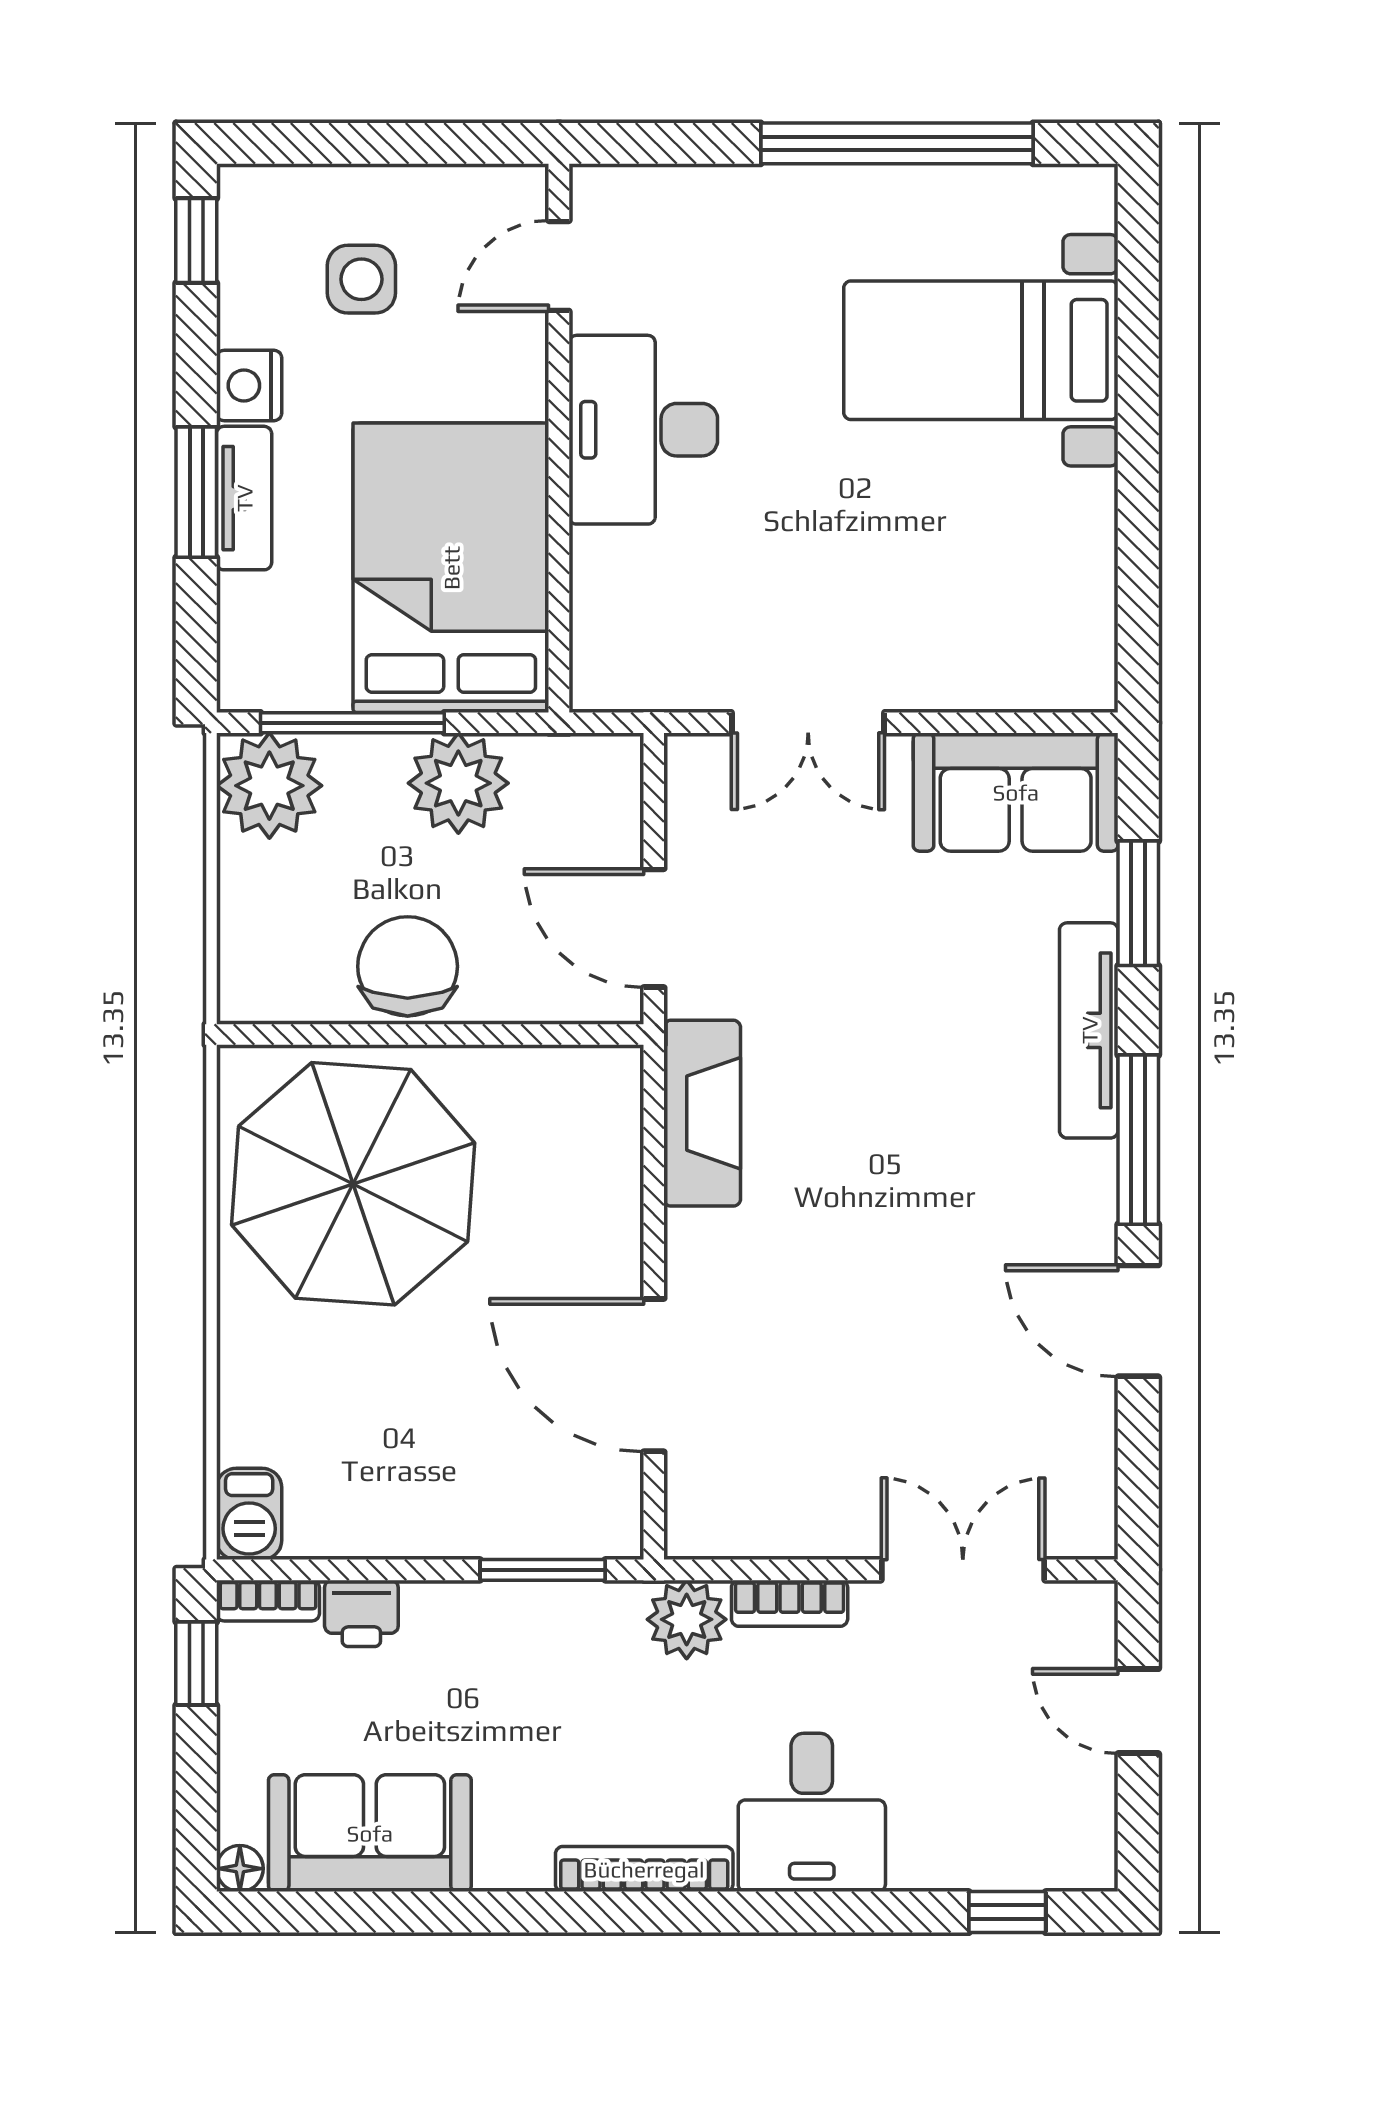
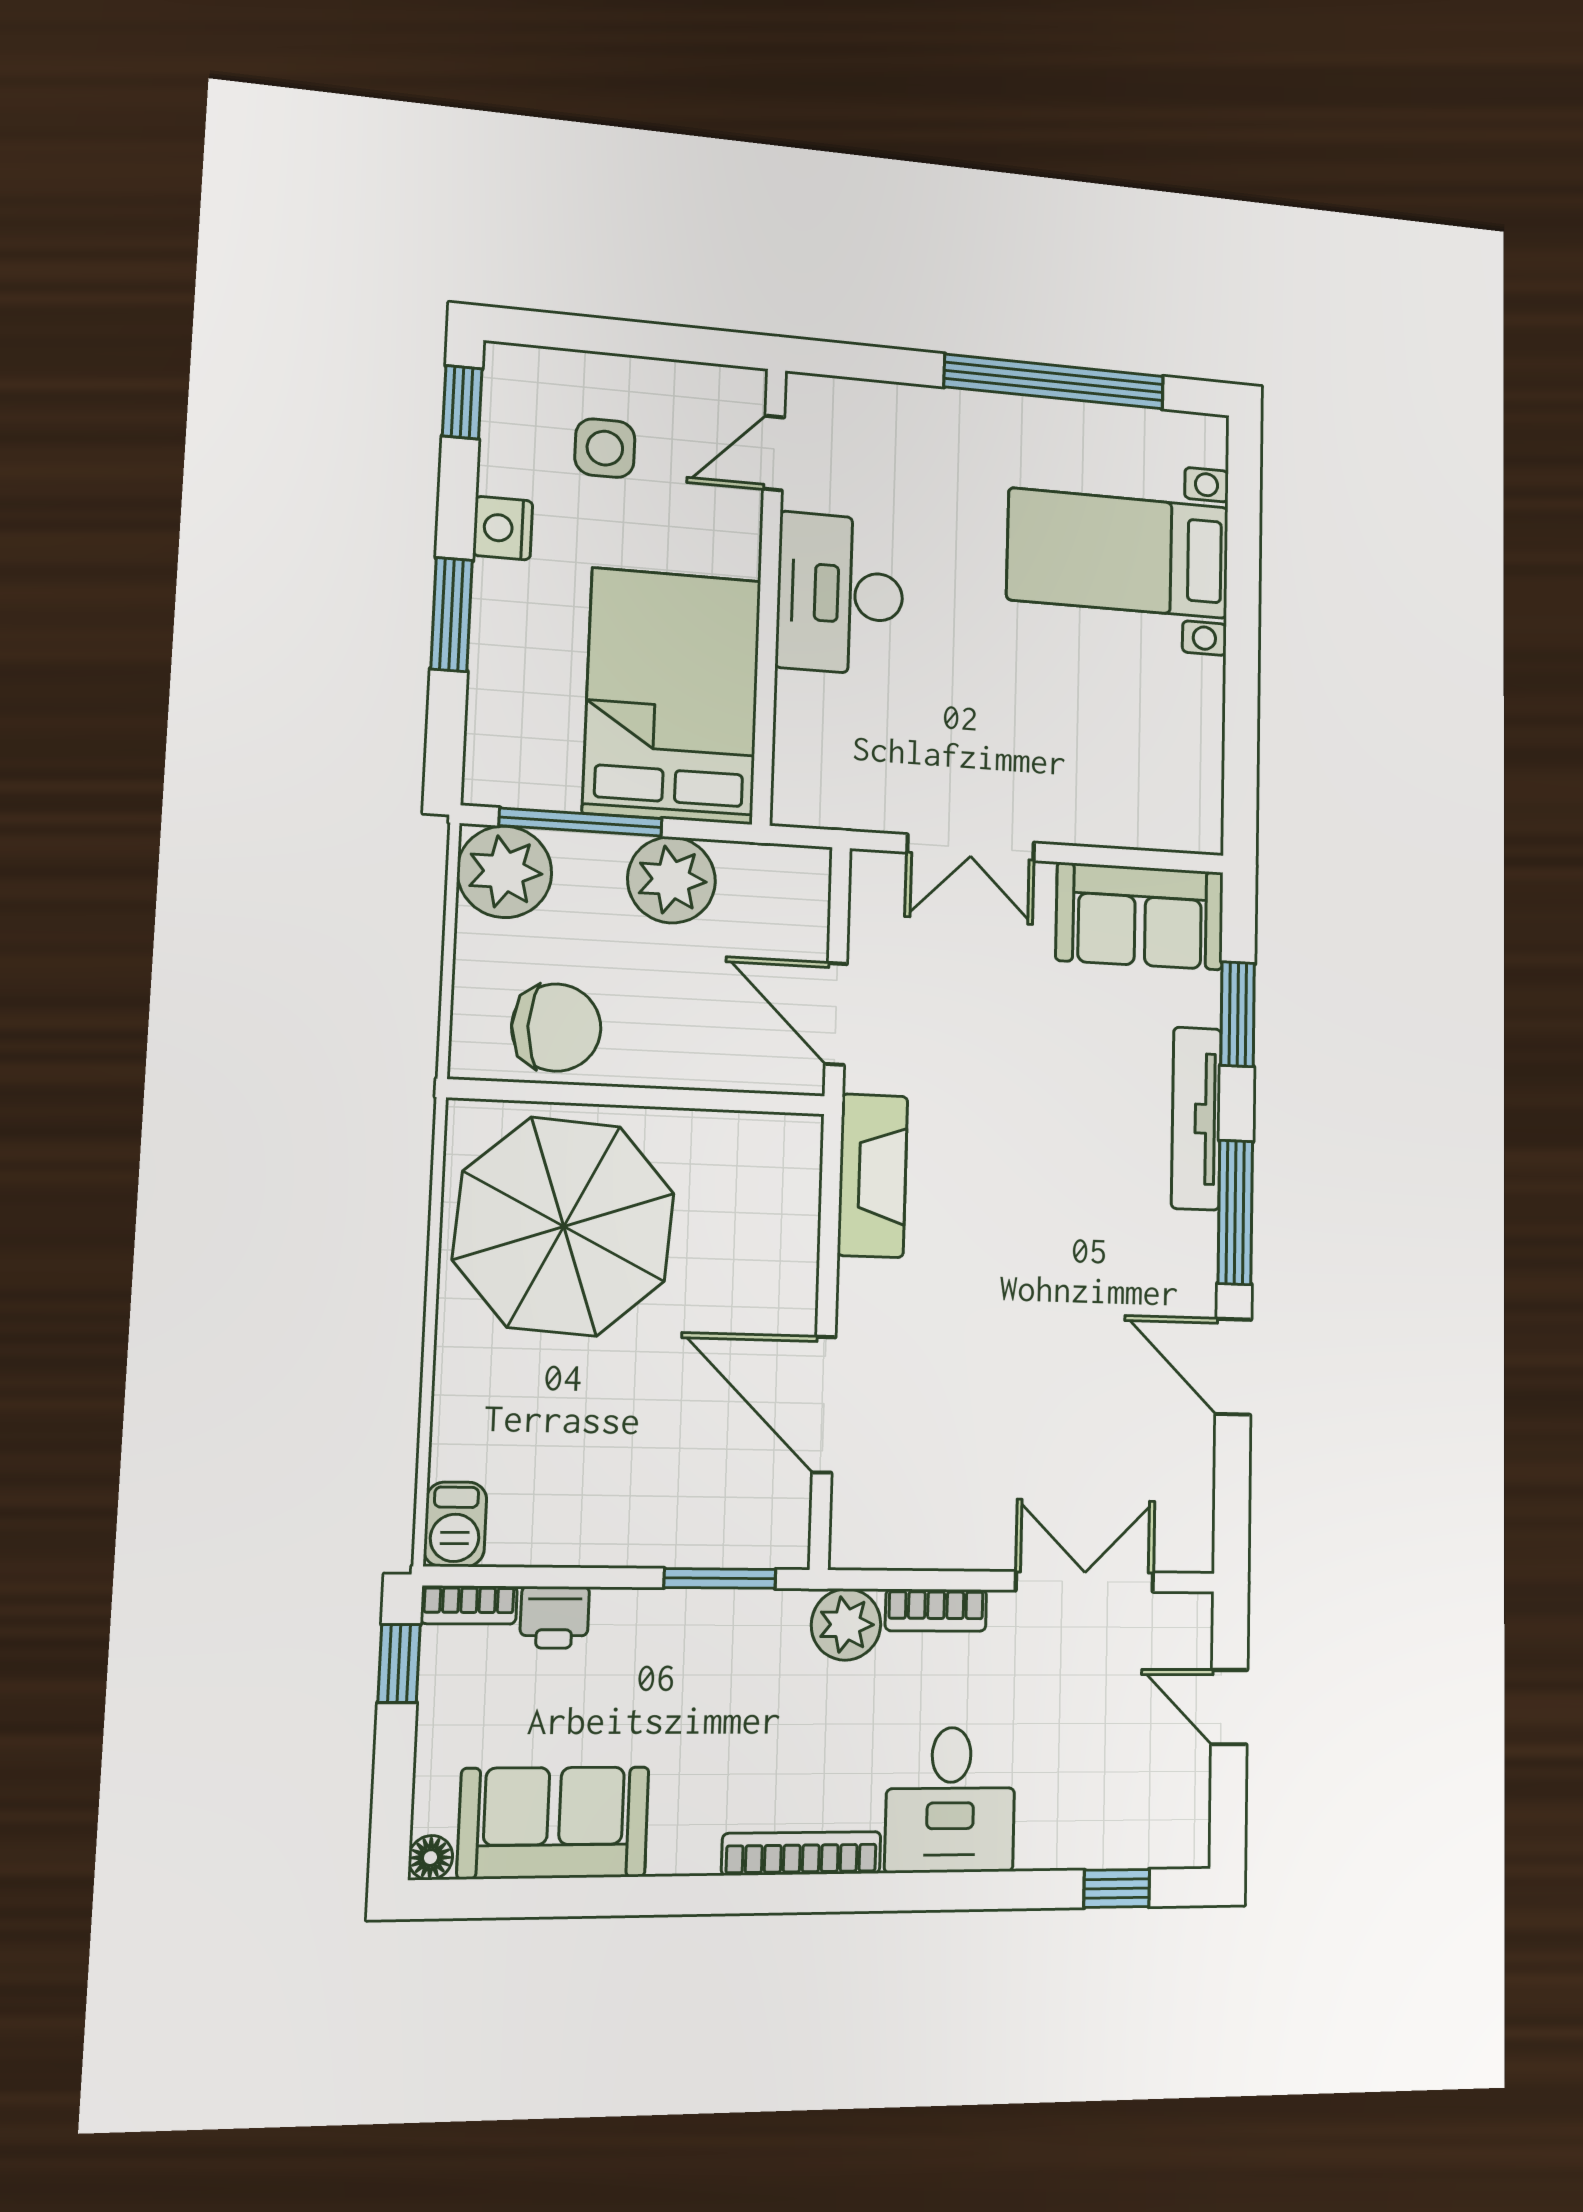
tv unit: (244, 498) -> (494, 623), removed
chair: (408, 966) -> (556, 1028), moved, turned 90

